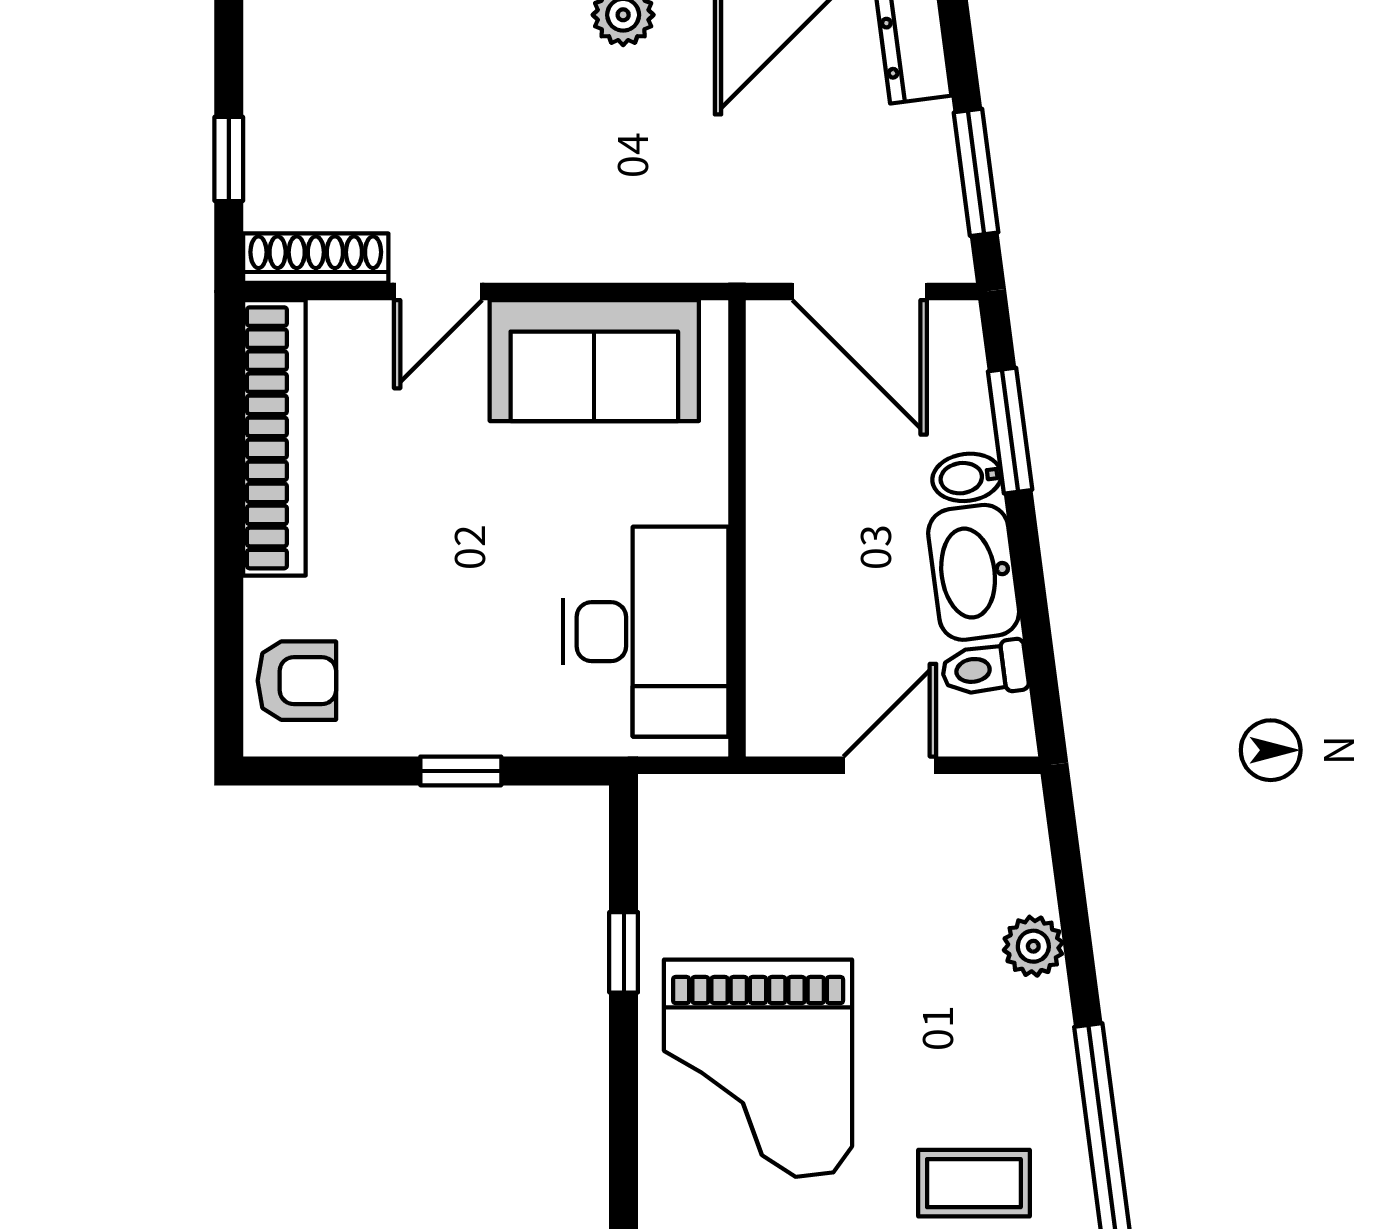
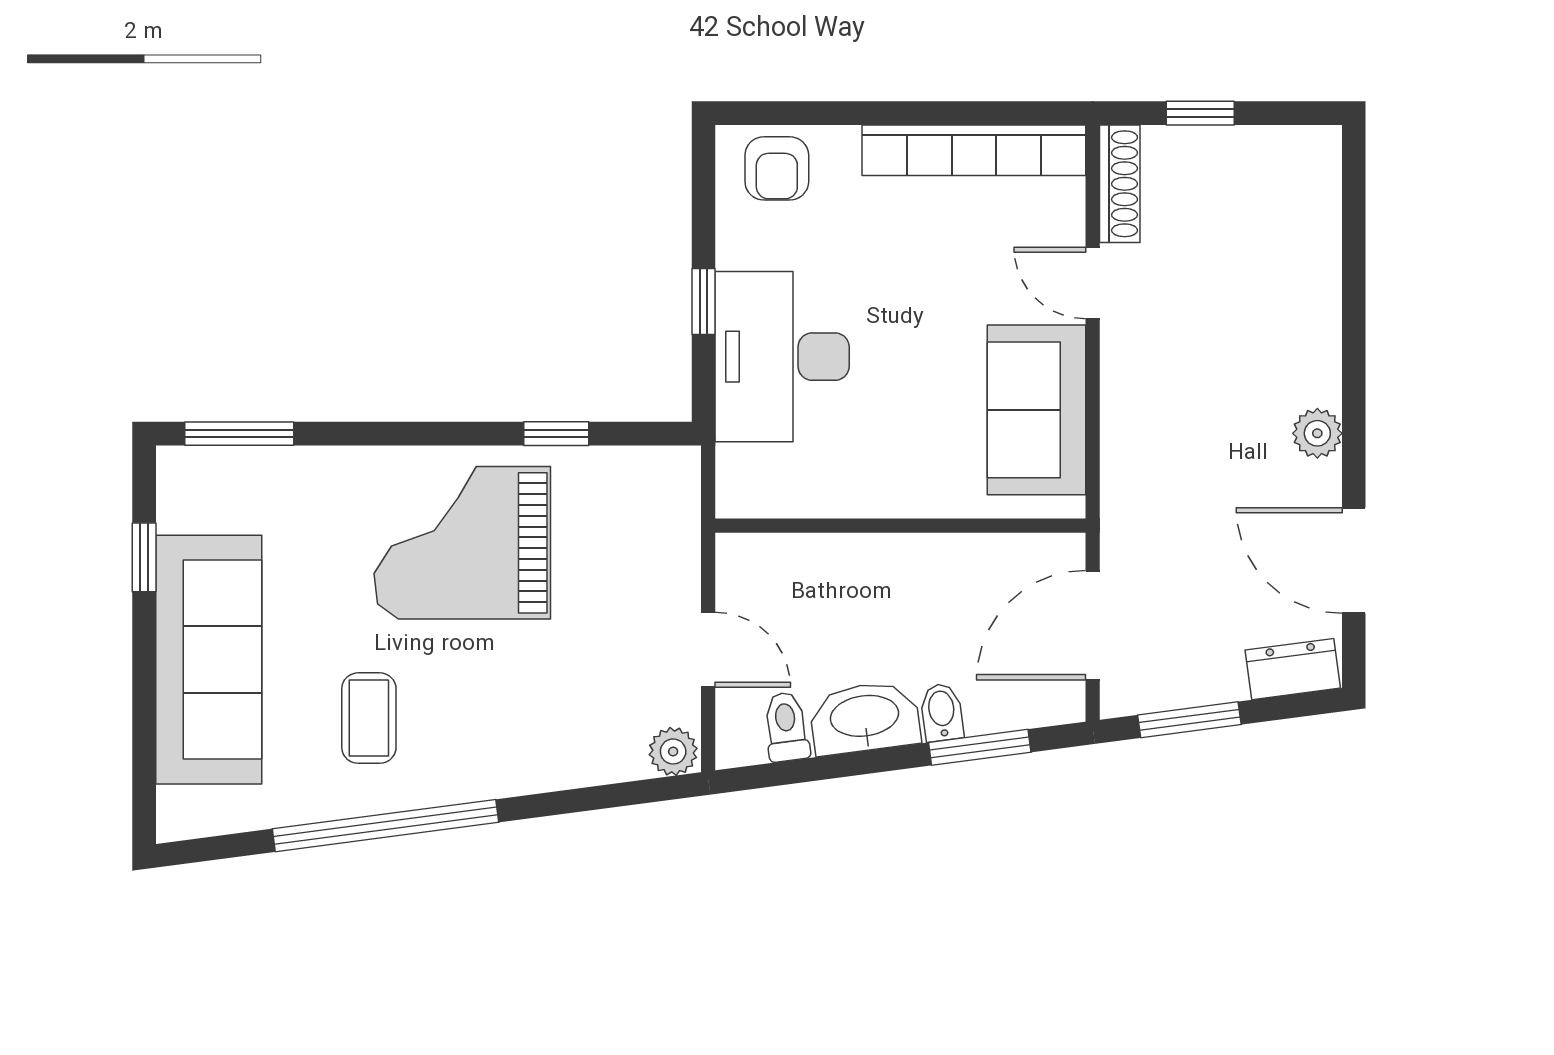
desk: (646, 632) -> (782, 357), moved, turned 90
plant: (1033, 946) -> (673, 751), moved

